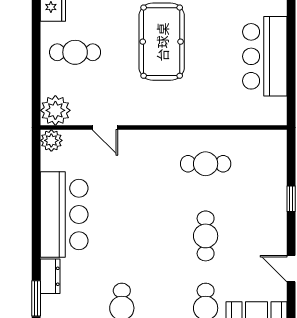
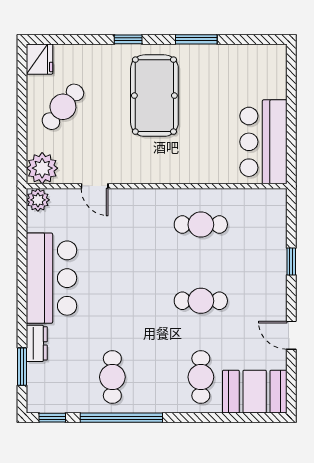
cafe table: (75, 52) -> (63, 107), turned -50
bar counter: (265, 56) -> (263, 142), moved
cafe table: (206, 236) -> (201, 301), turned 90

